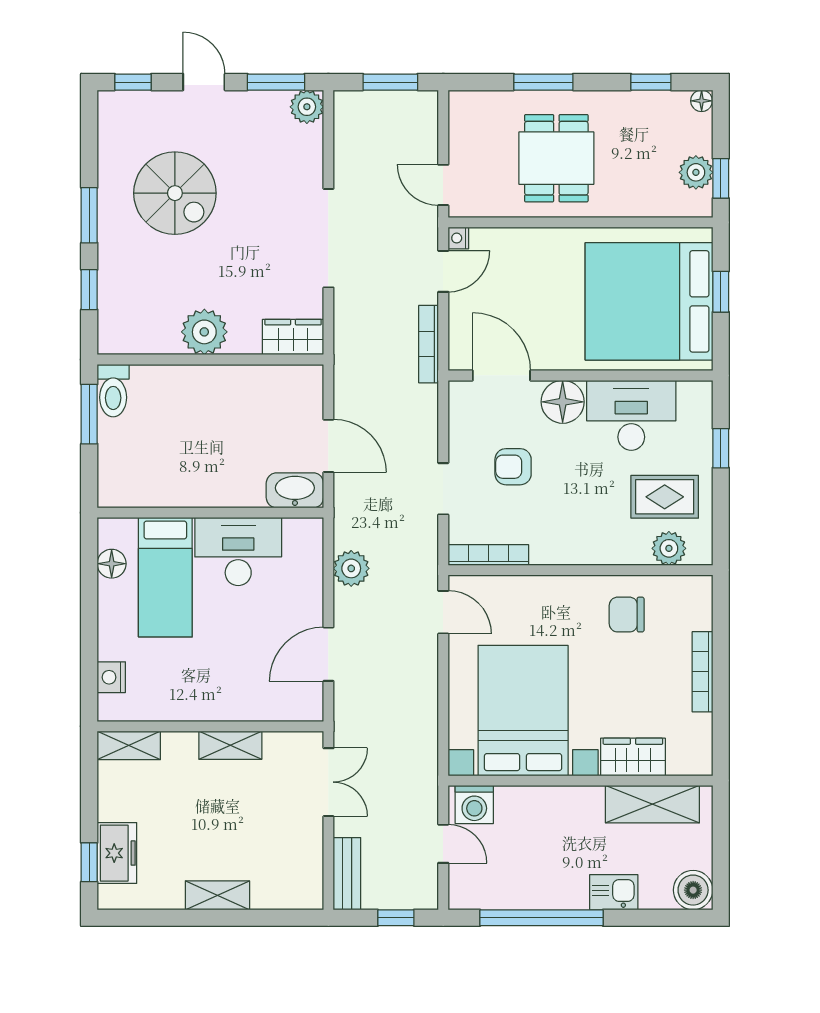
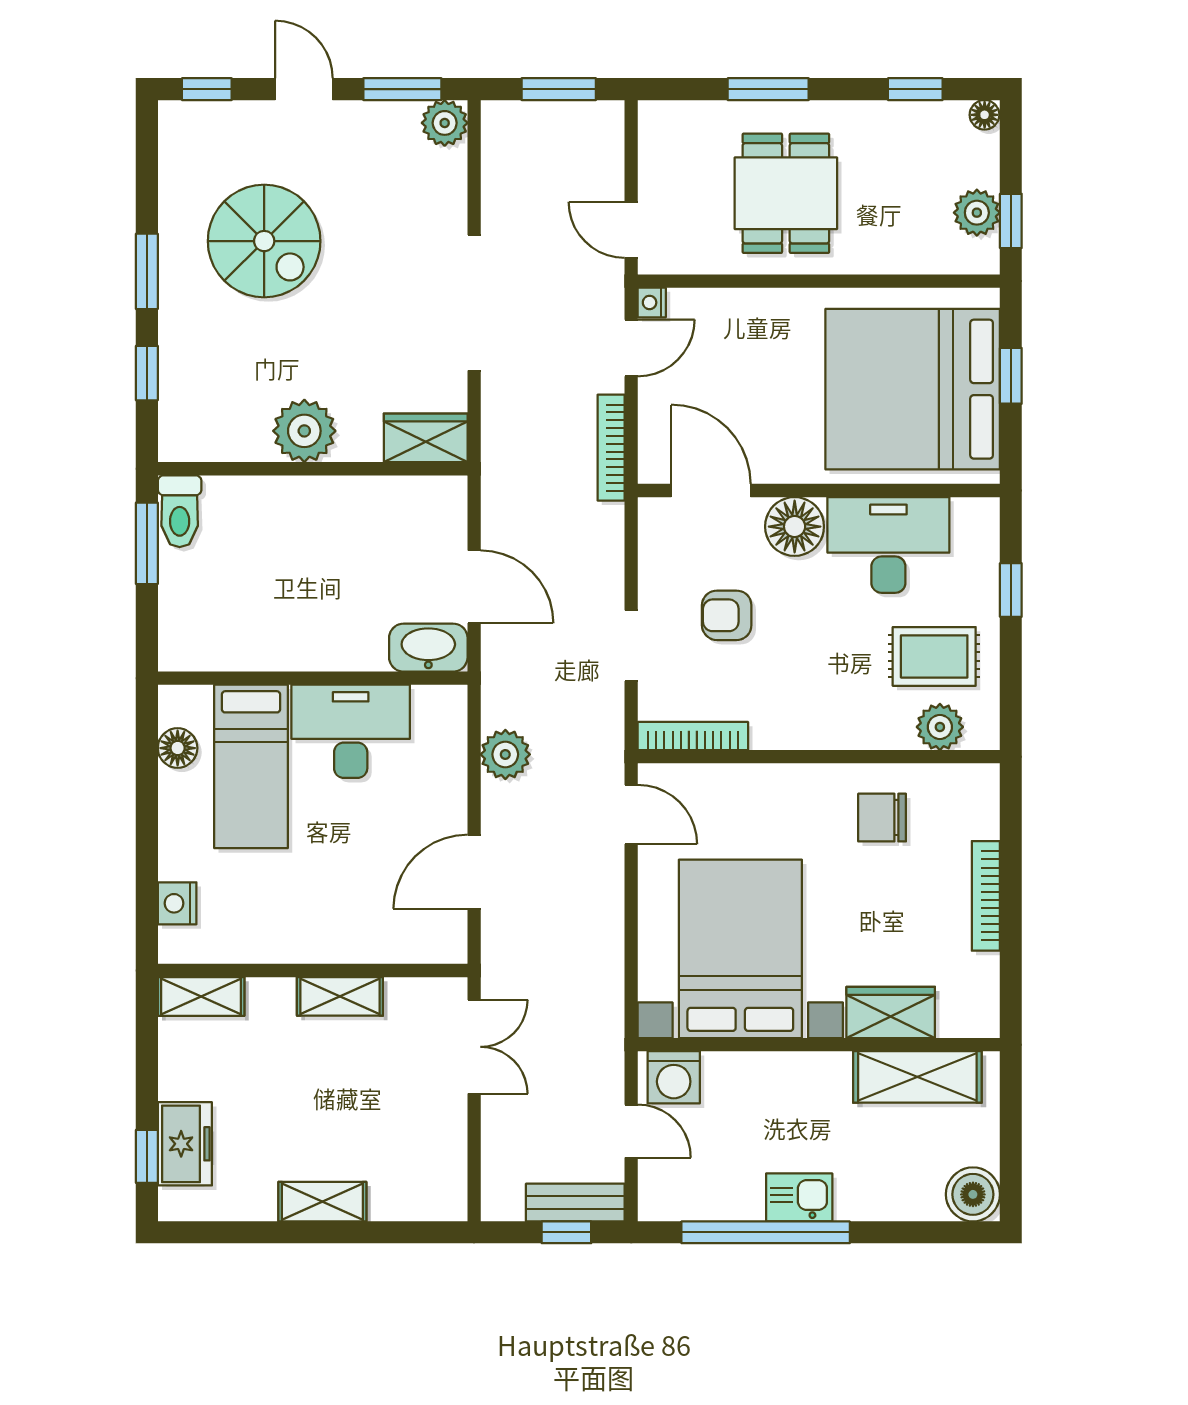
bench: (347, 874) -> (575, 1203), moved, turned 90
kitchen sink: (614, 892) -> (799, 1197), moved

